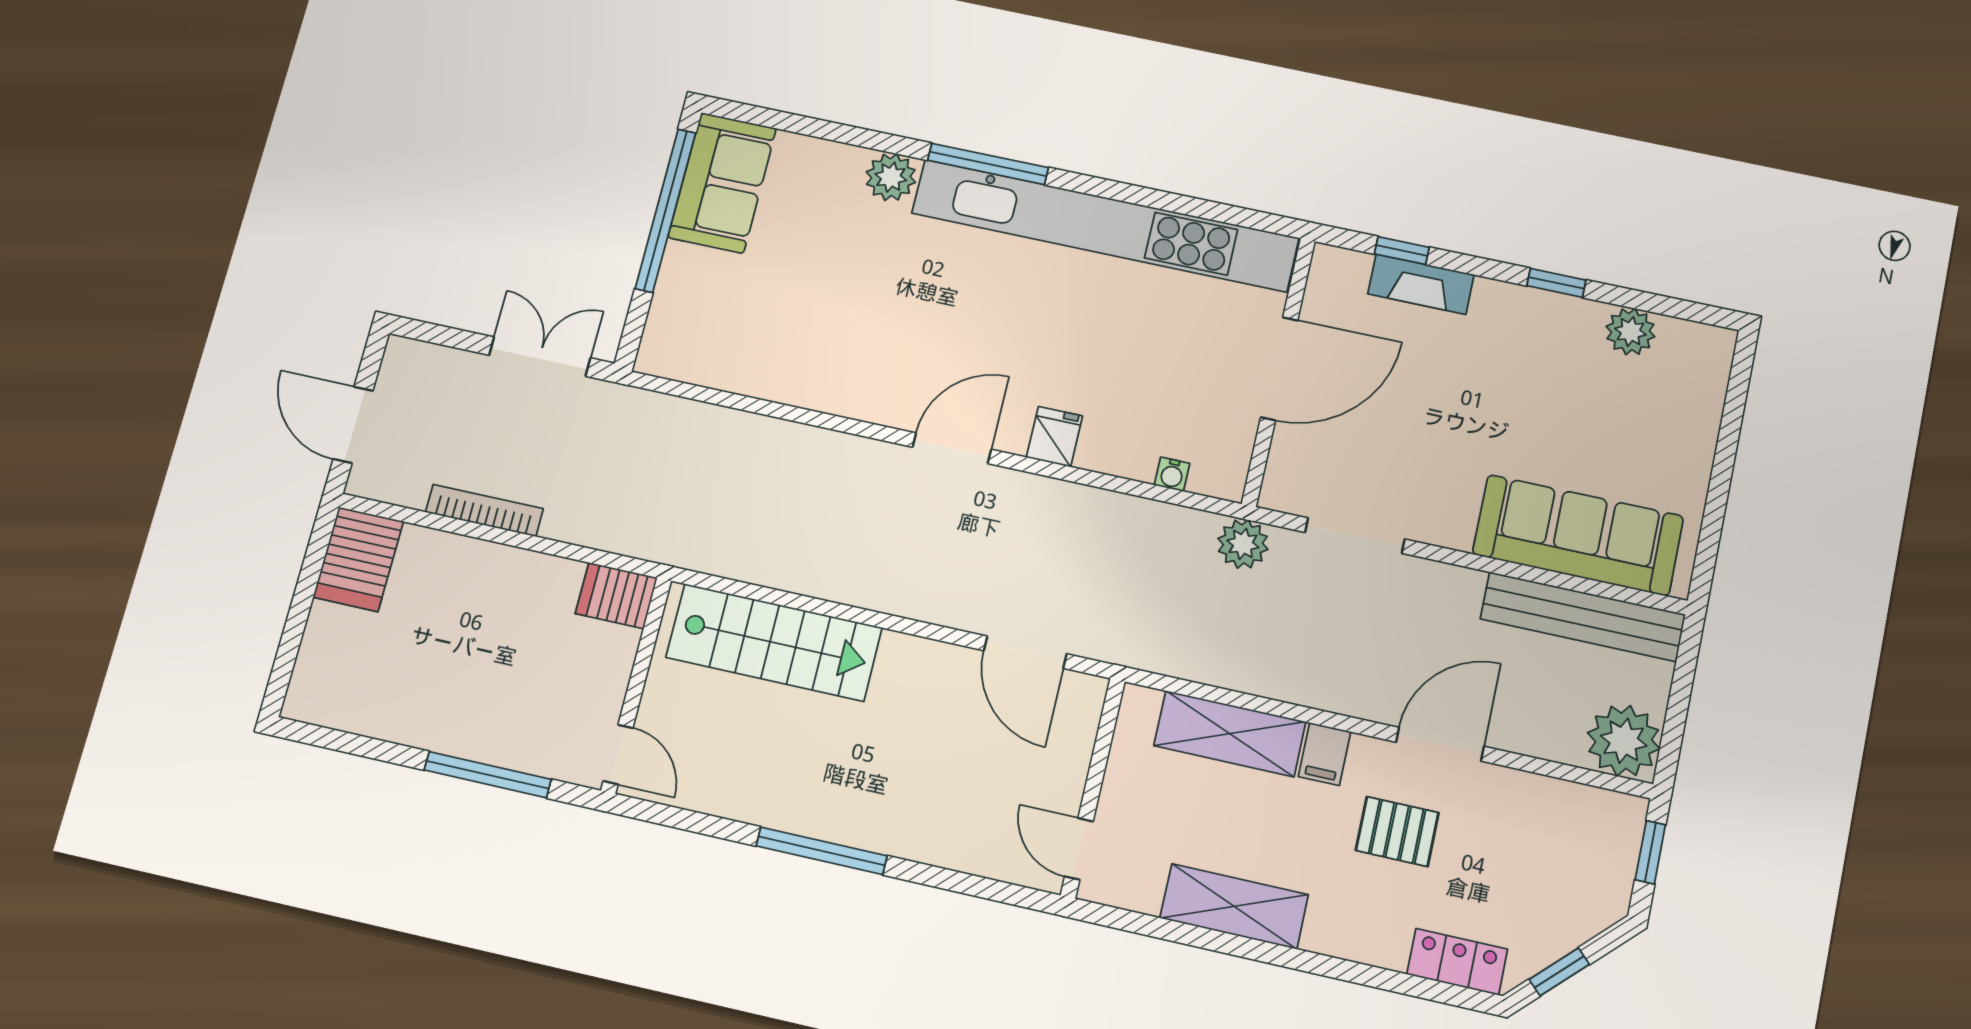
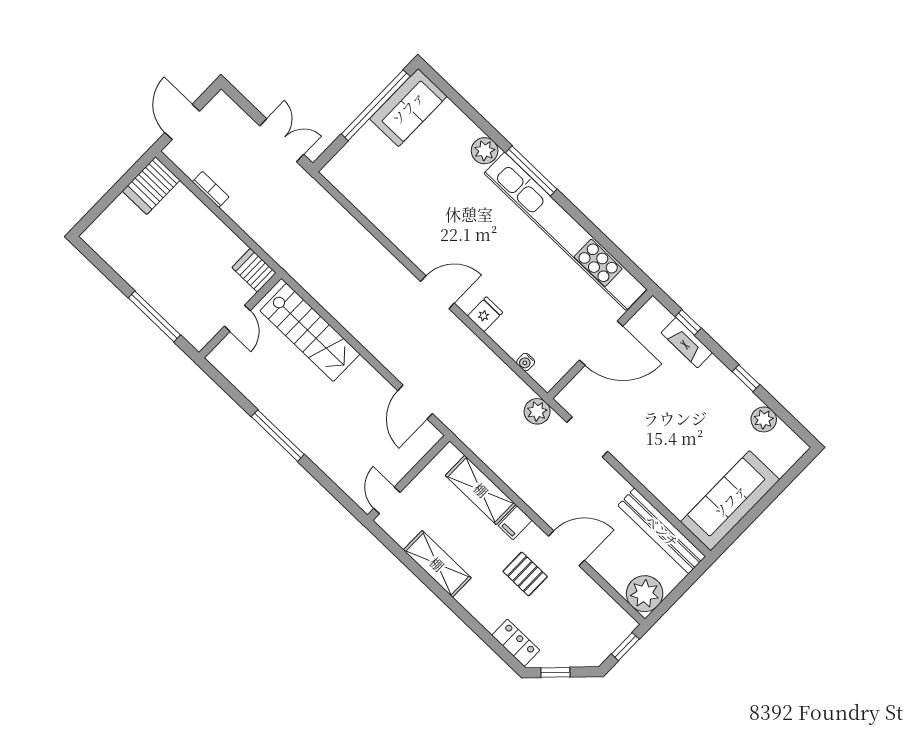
bookcase: (484, 510) -> (211, 189), width x0.64
sofa: (1578, 535) -> (730, 501), moved, turned -90
door: (618, 754) -> (237, 318), moved

